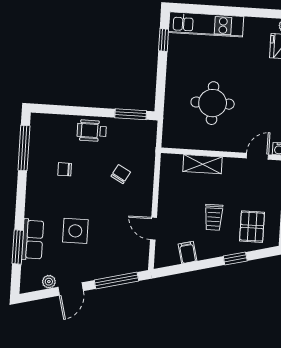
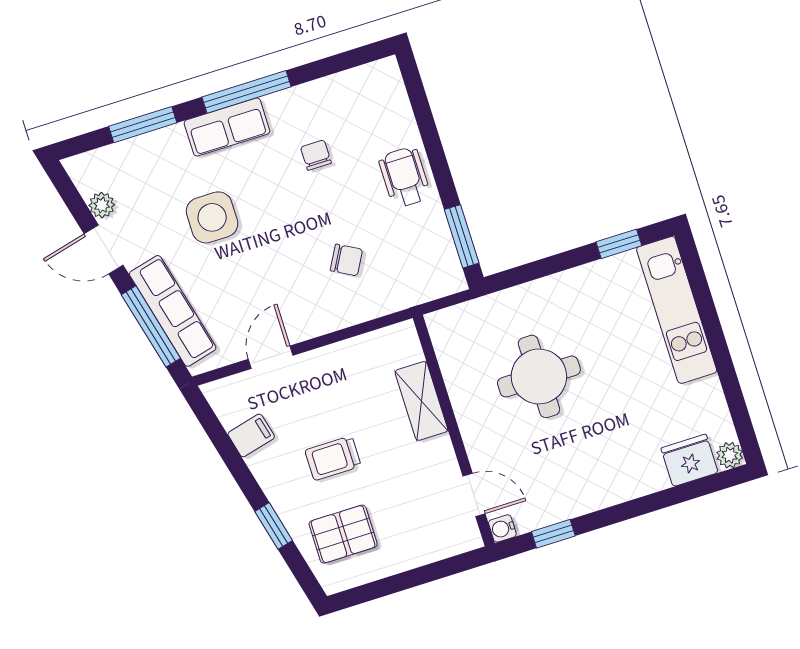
window: (24, 148) -> (247, 92), moved
row of seats: (33, 240) -> (227, 127), moved
row of seats: (113, 267) -> (173, 311), added

